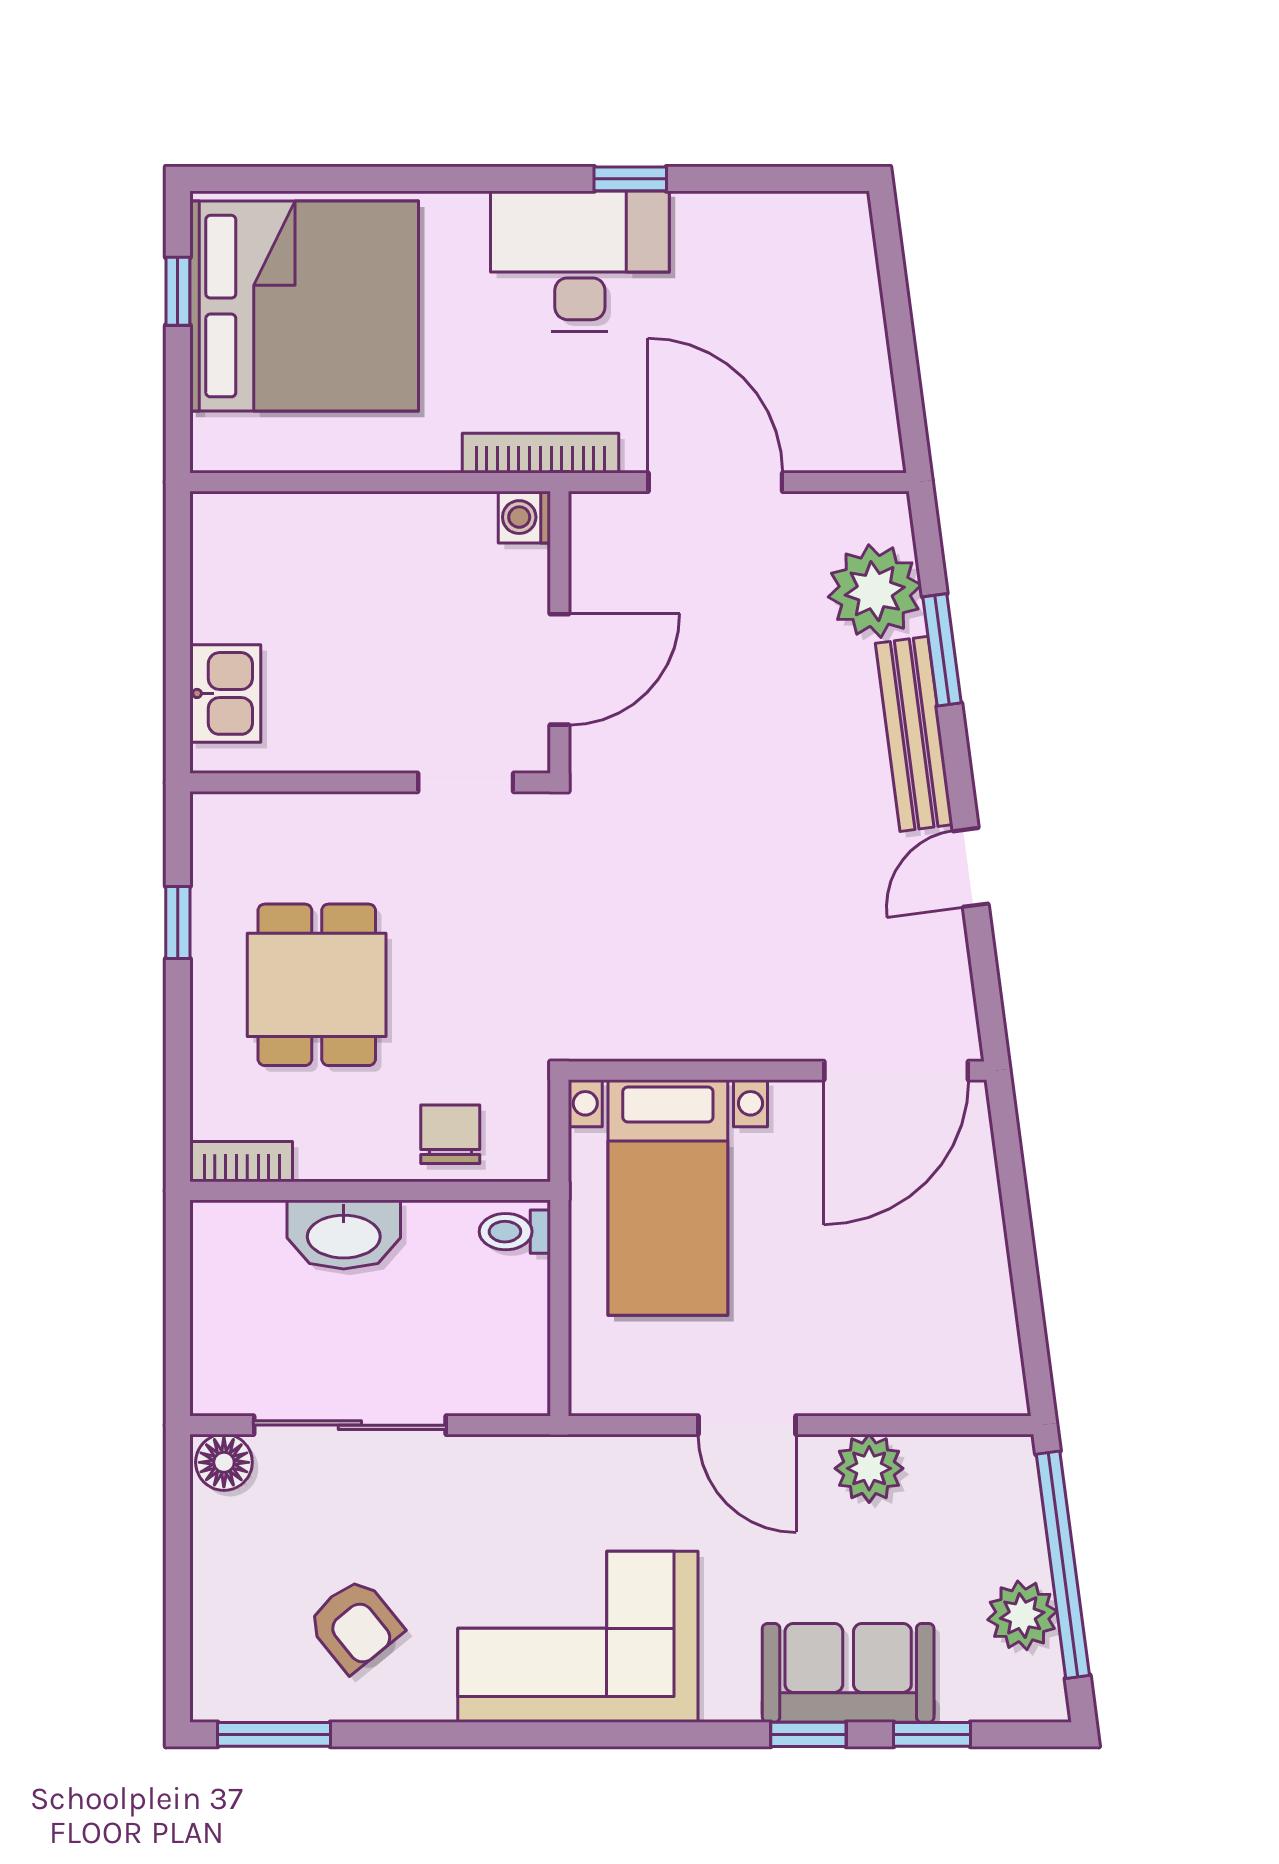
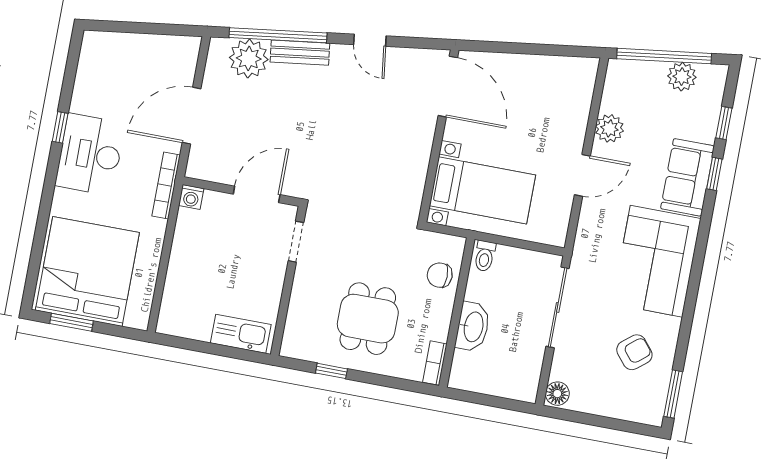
window: (178, 291) -> (71, 322), width x1.50
window: (942, 650) -> (278, 35), width x2.11
door: (559, 669) -> (257, 194), hinge flipped
kitchen sink: (225, 693) -> (241, 334), width x1.38
bench: (914, 734) -> (300, 53), width x0.73
dining table: (317, 985) -> (368, 319), turned 90
sliding door: (350, 1425) -> (558, 307), moved
sofa: (848, 1673) -> (687, 177), moved

